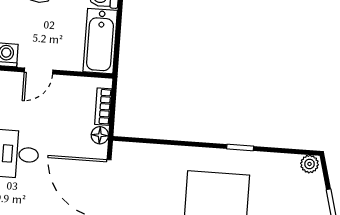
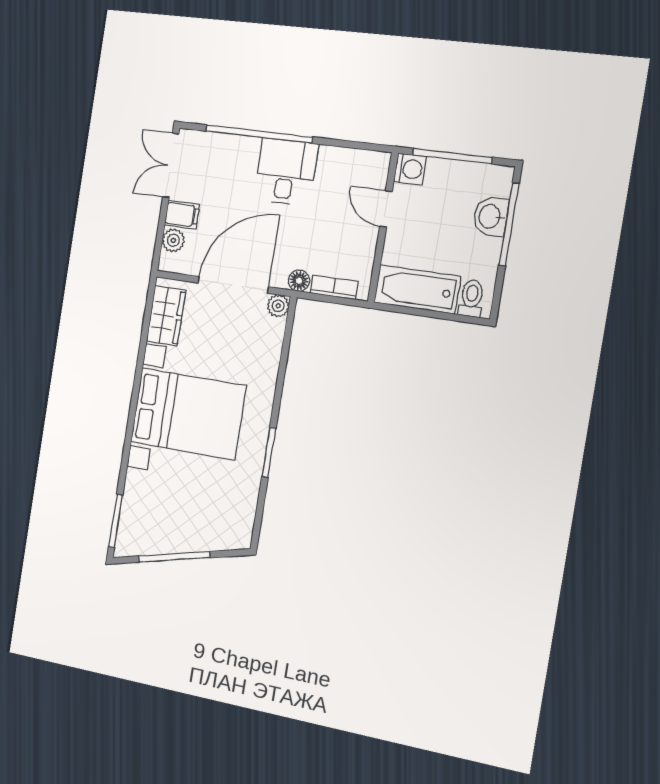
window: (240, 148) -> (269, 453), width x1.50
plant: (309, 164) -> (278, 306), moved

